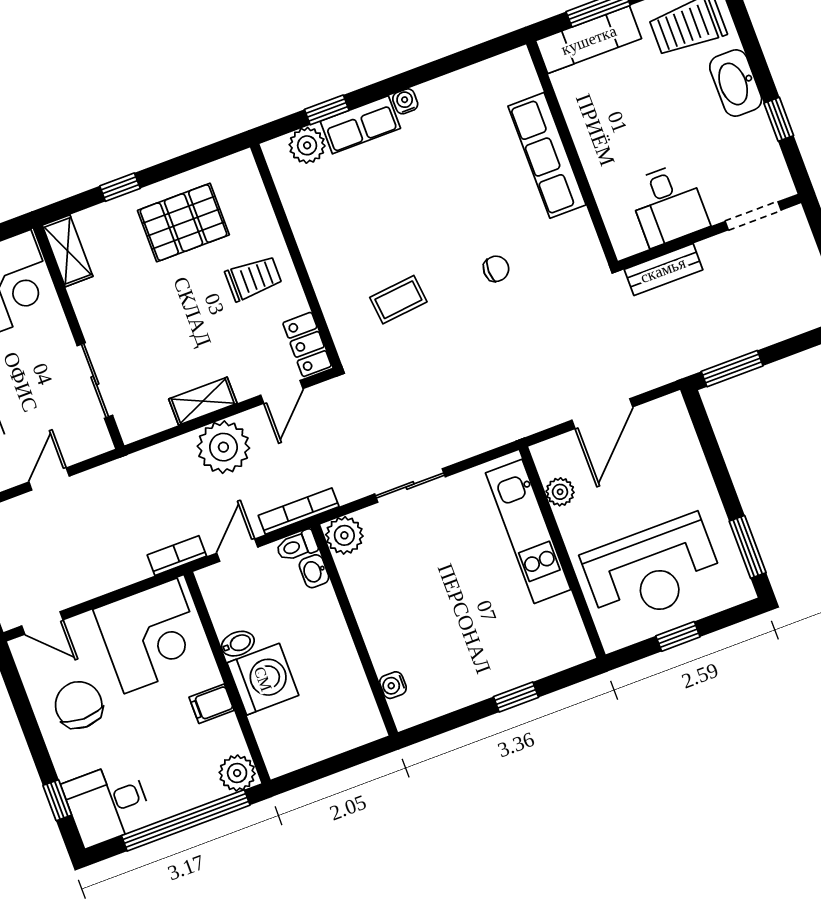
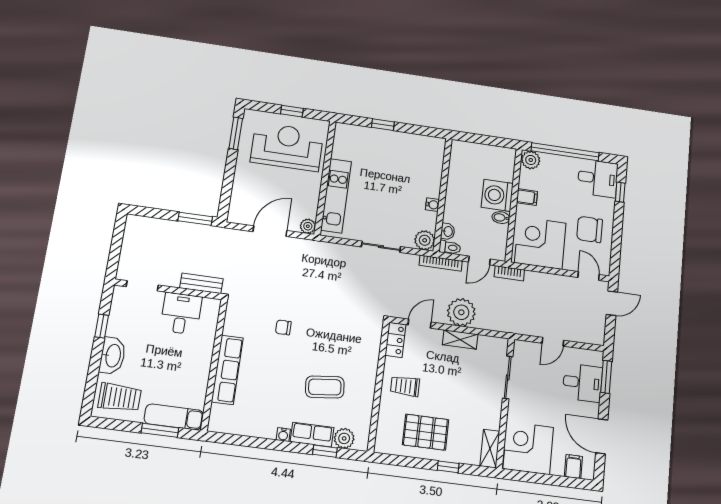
coffee table: (398, 300) -> (325, 387), moved, width x1.36, depth x1.30
plant: (560, 492) -> (308, 226), moved
water cooler: (393, 685) -> (432, 205), moved
chair: (79, 705) -> (590, 229), turned 90

